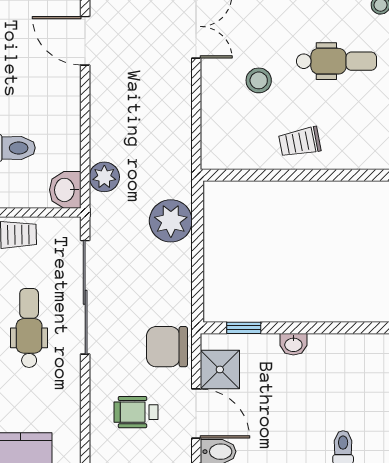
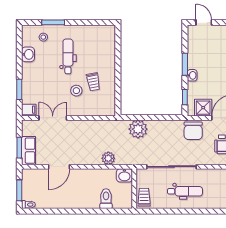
trolley: (300, 142) -> (93, 82), moved
plant: (104, 177) -> (108, 158), moved
dental chair: (29, 328) -> (185, 191), turned 180
window: (319, 328) -> (185, 64), added

